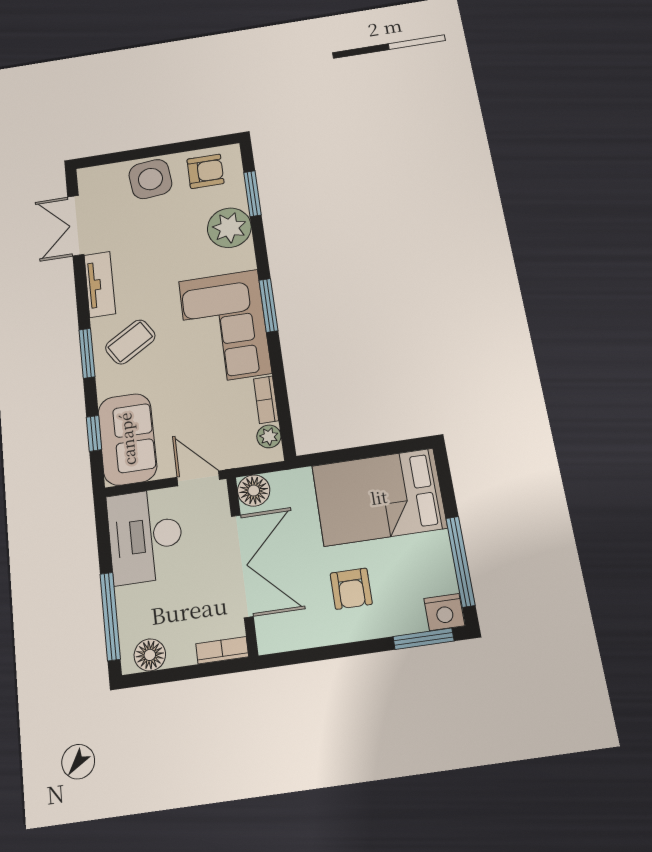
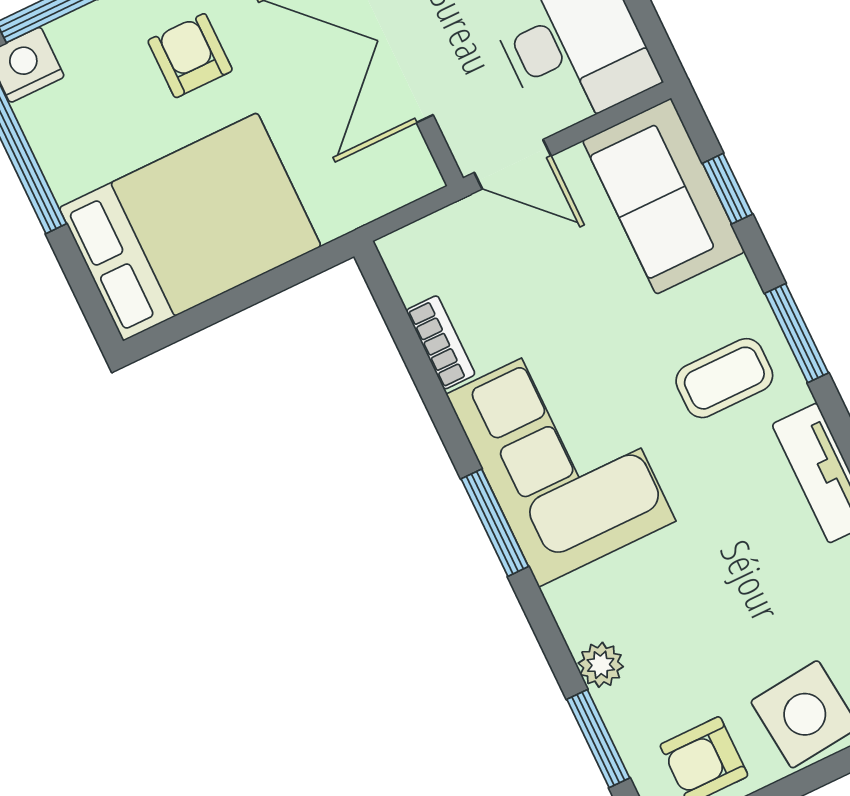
plant: (229, 228) -> (601, 665), width x0.53, depth x0.53
coffee table: (130, 342) -> (724, 378), turned 32
plant: (269, 436) -> (414, 277), removed
floor lamp: (254, 491) -> (409, 172), removed

